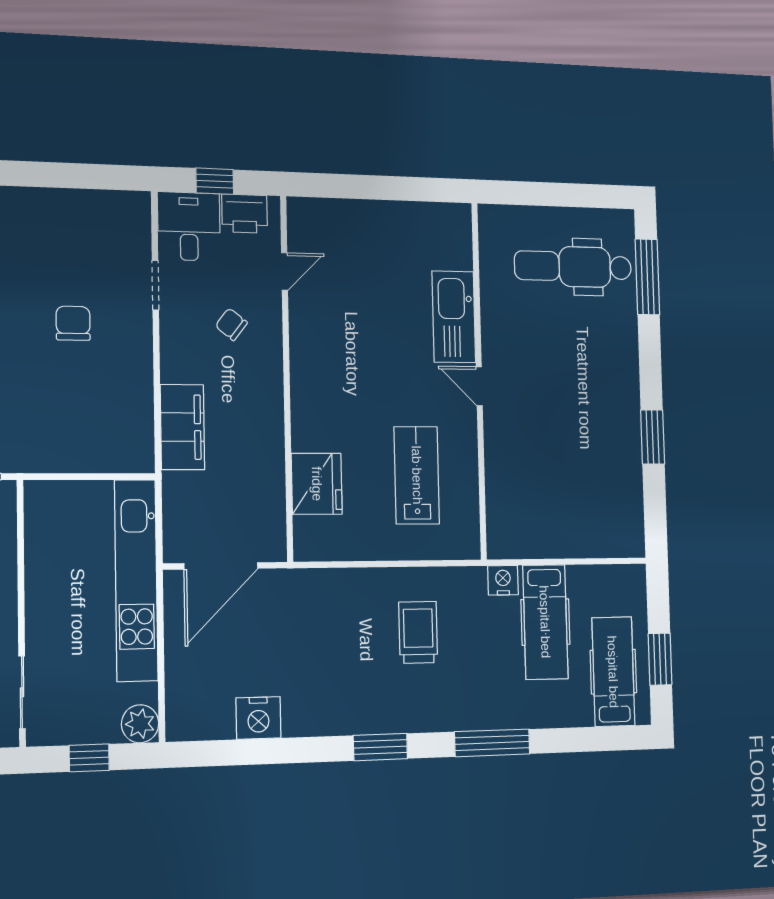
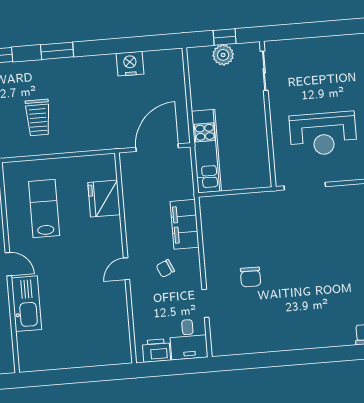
window: (215, 181) -> (175, 367), removed
door: (285, 272) -> (126, 269), moved
chair: (231, 324) -> (165, 268), moved, turned 118
lab bench: (417, 475) -> (44, 208), turned 180
kitchen unit: (136, 580) -> (206, 151), width x0.73
plant: (140, 724) -> (223, 55), moved

